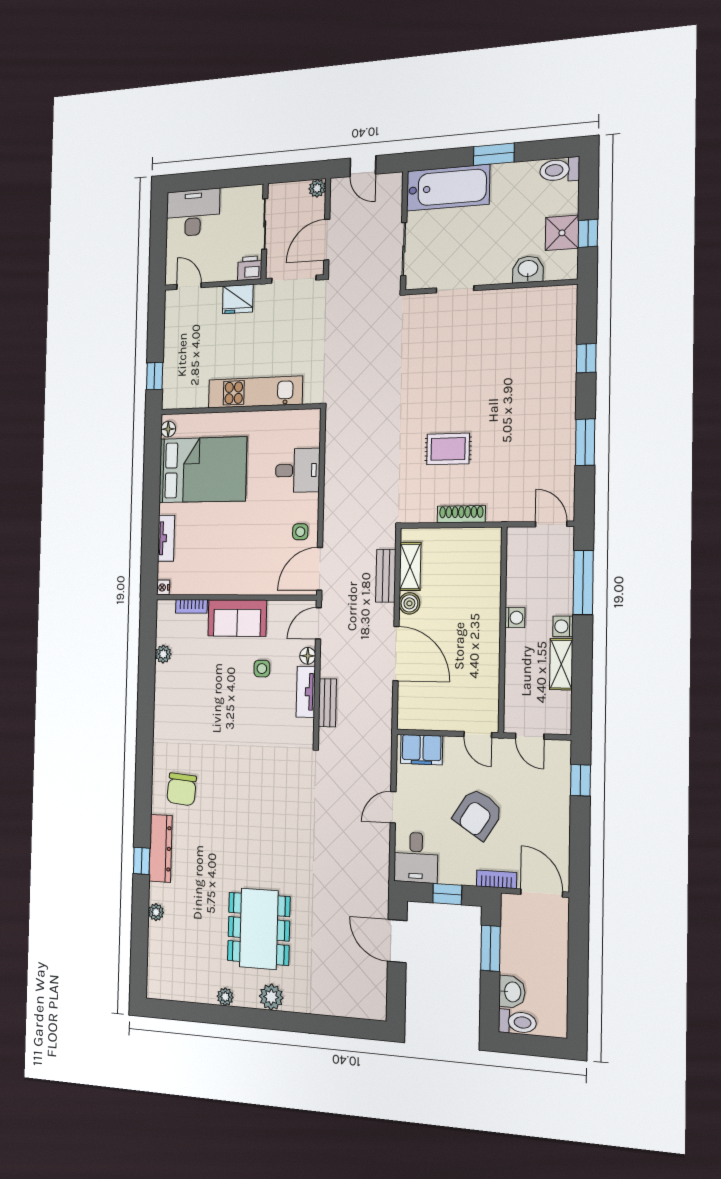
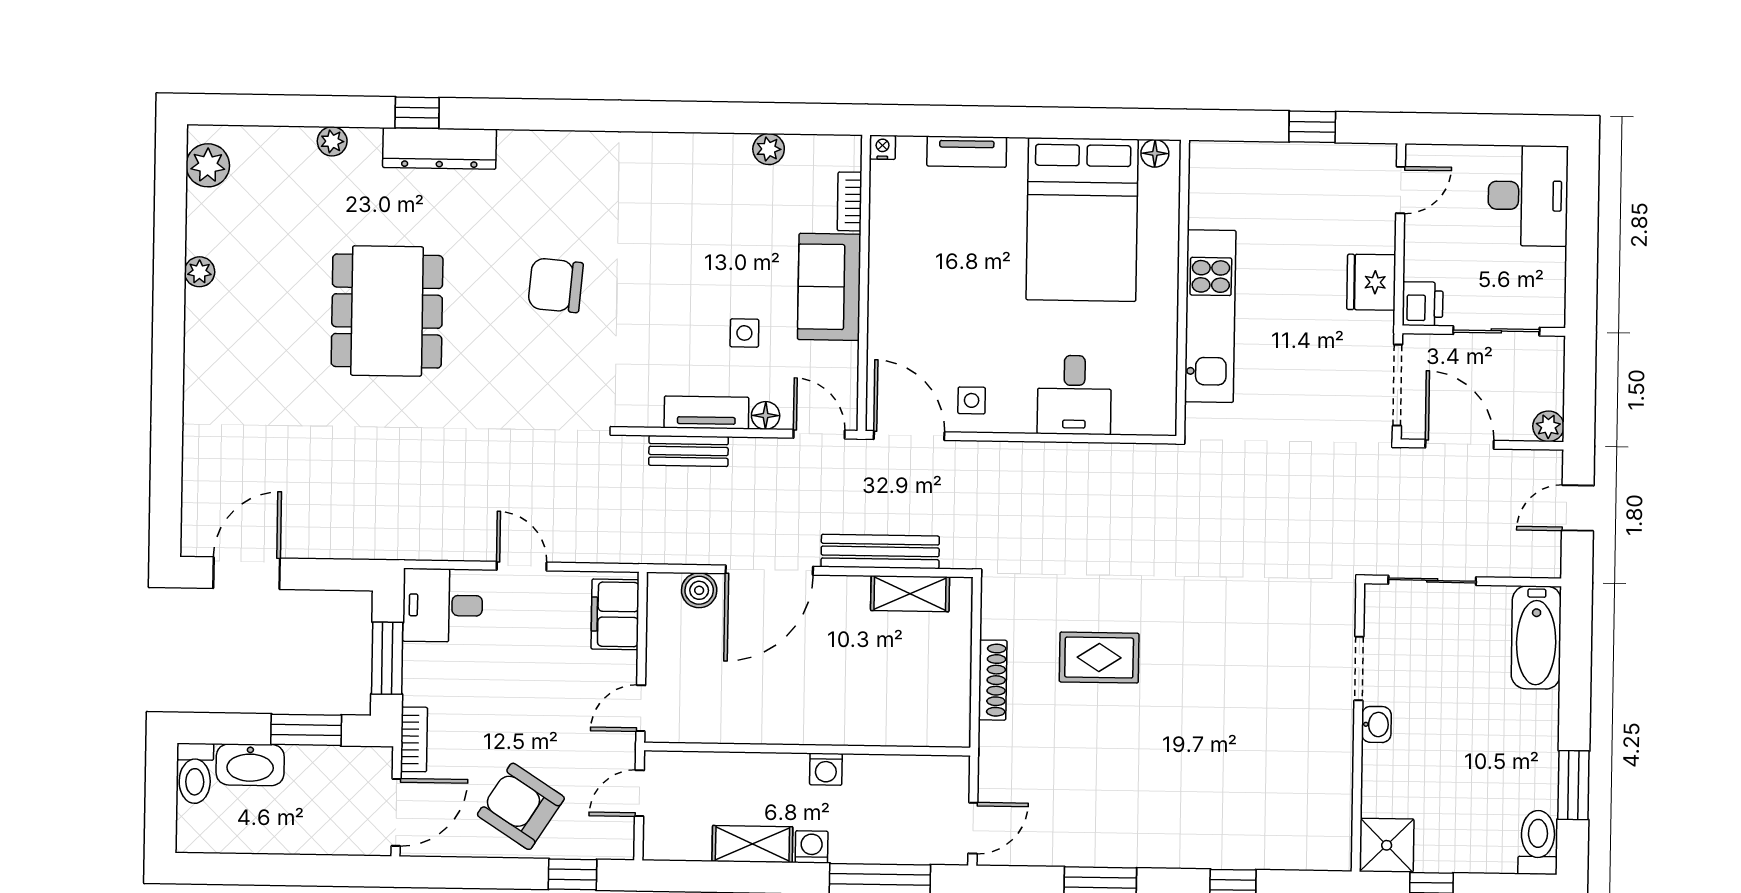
window: (494, 154) -> (1573, 785), moved
bathtub: (448, 188) -> (1536, 637), width x0.73, depth x0.73
shower: (562, 233) -> (1387, 845), moved
washbasin: (528, 269) -> (1376, 724), moved, width x0.72, depth x0.69
window: (155, 376) -> (1312, 127), moved
rug: (448, 449) -> (1099, 658), turned 90
bench: (386, 576) -> (880, 551), width x1.36
boiler: (409, 603) -> (699, 590), moved
chair: (182, 789) -> (556, 285), moved
armchair: (478, 814) -> (521, 806), moved
window: (447, 894) -> (387, 658), width x1.50
dining table: (259, 929) -> (387, 311), moved, turned 90
door: (397, 941) -> (247, 573), moved
washbasin: (512, 992) -> (250, 765), width x1.38
plant: (271, 997) -> (208, 165), moved

